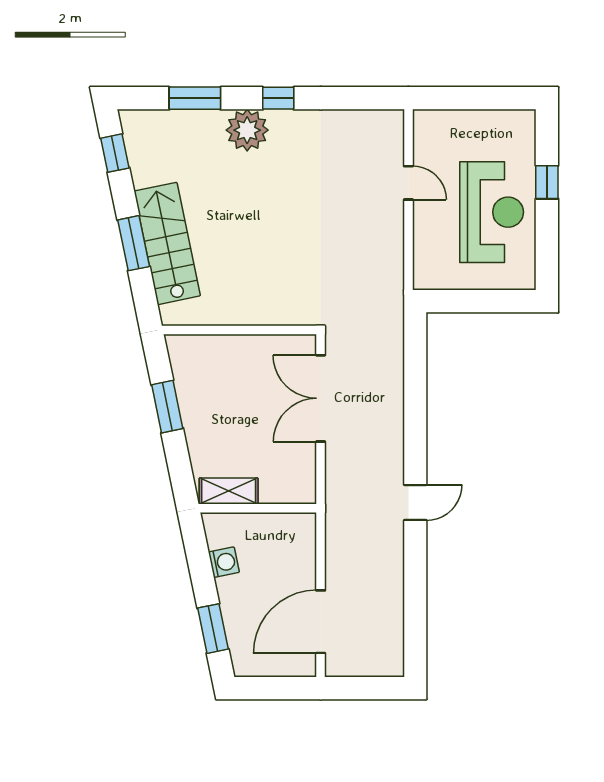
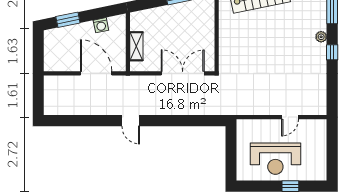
plant: (247, 130) -> (321, 37), width x0.53, depth x0.53
shelving: (229, 491) -> (136, 46), moved
door: (321, 622) -> (96, 73), moved

